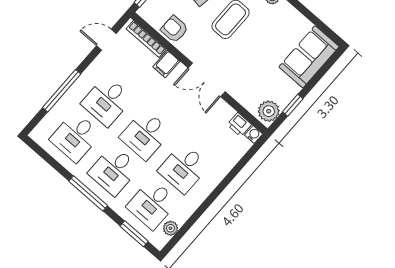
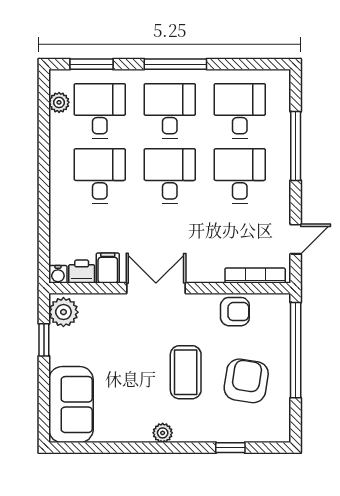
filing cabinet: (166, 64) -> (108, 268), moved

